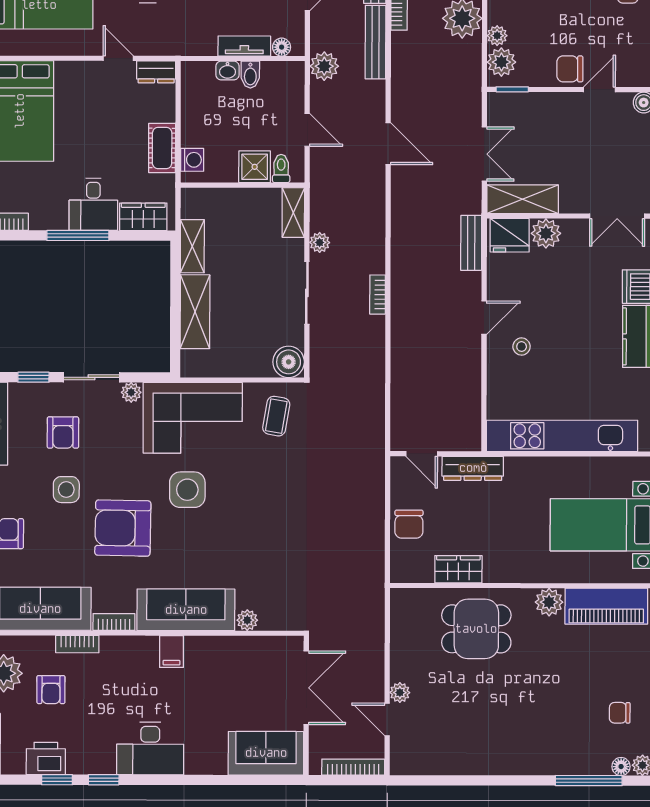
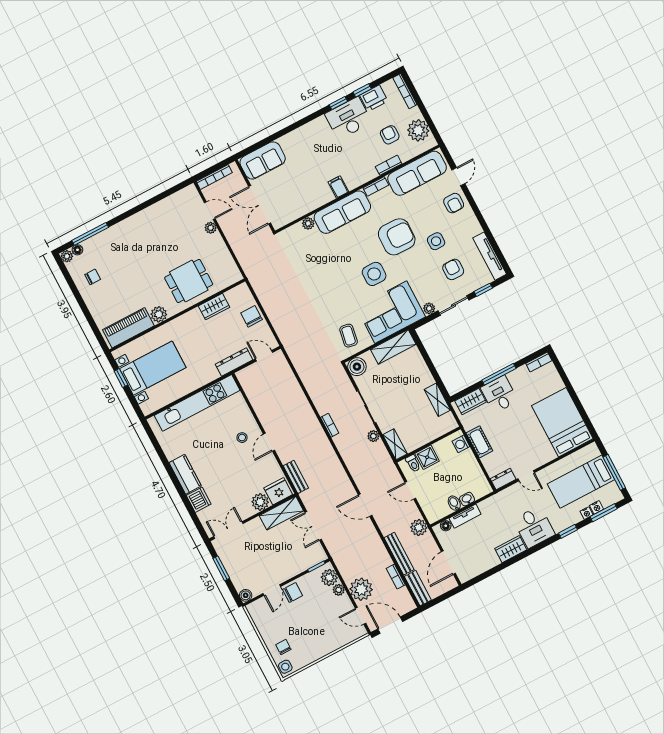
shelving: (195, 312) -> (393, 347), moved, turned 90
desk: (150, 748) -> (348, 118), moved

